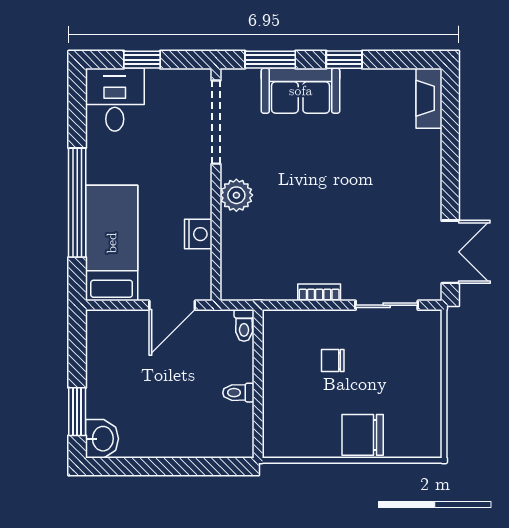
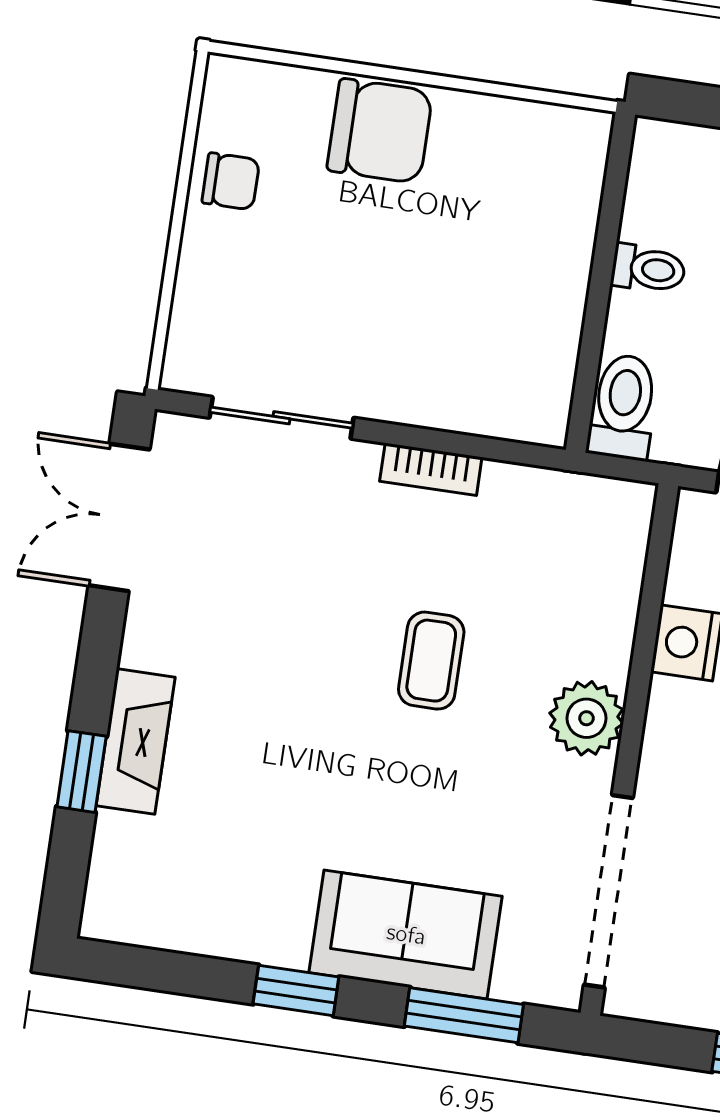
fireplace: (429, 98) -> (136, 741), moved
window: (450, 140) -> (82, 772), added
coffee table: (307, 210) -> (431, 661), added
toilet: (244, 325) -> (623, 407), width x1.37, depth x1.39
chair: (333, 361) -> (231, 181), moved

